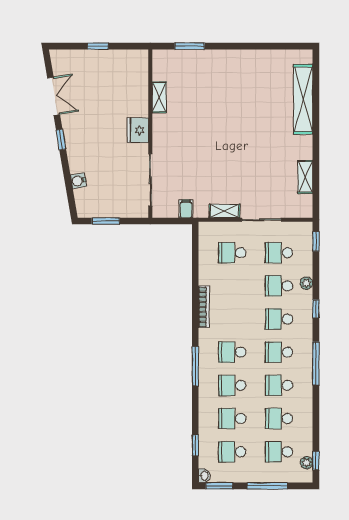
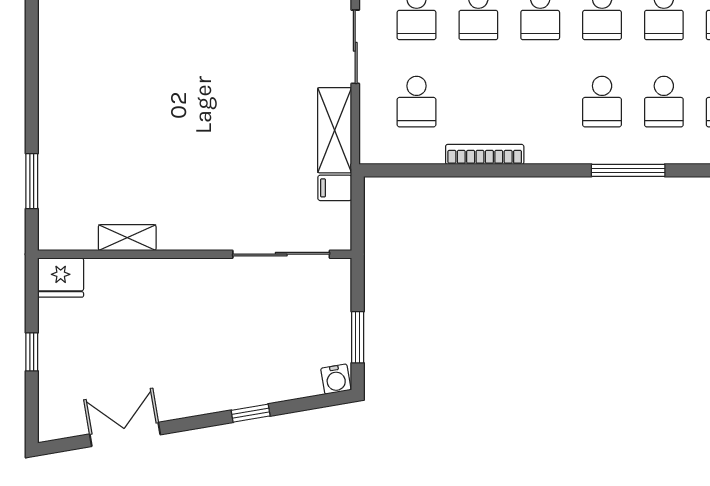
fridge: (138, 130) -> (61, 278), moved
window: (61, 140) -> (251, 413), moved
water cooler: (78, 181) -> (336, 379), moved
shelving: (225, 211) -> (335, 130), width x1.50, depth x1.33
bookcase: (204, 307) -> (485, 154), moved

